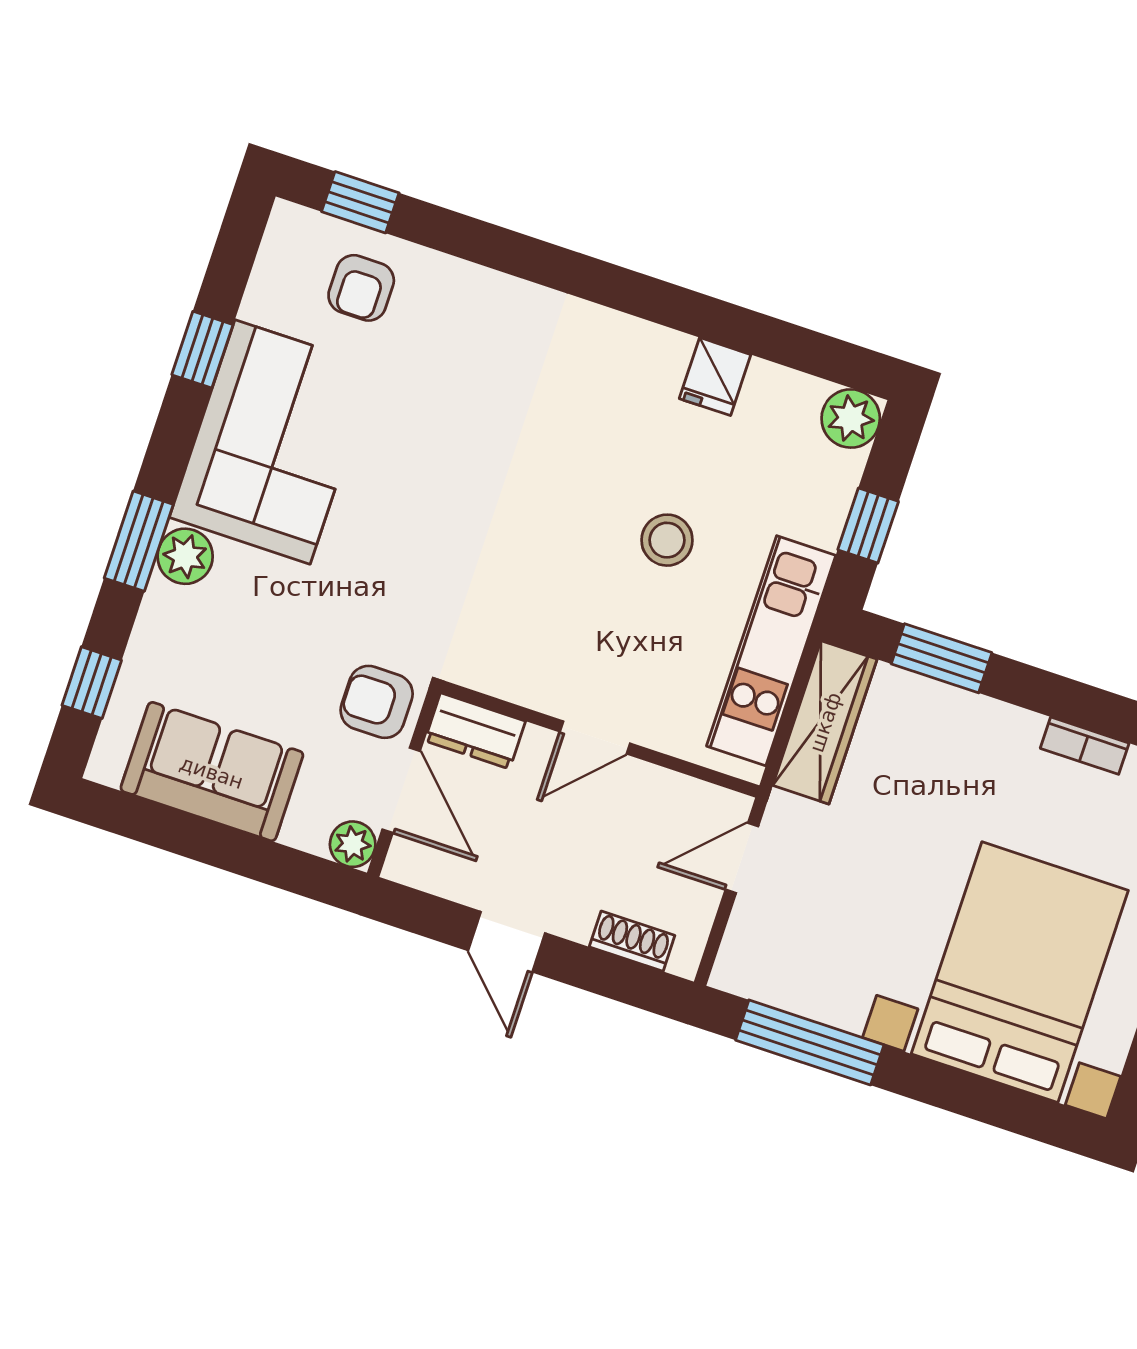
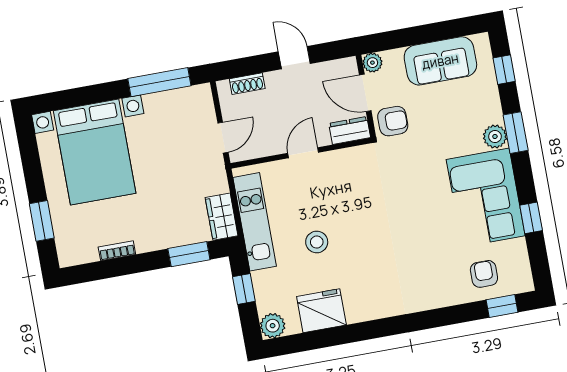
fridge: (715, 377) -> (321, 311), width x1.88, depth x1.34
wardrobe: (825, 722) -> (222, 217), width x0.67

